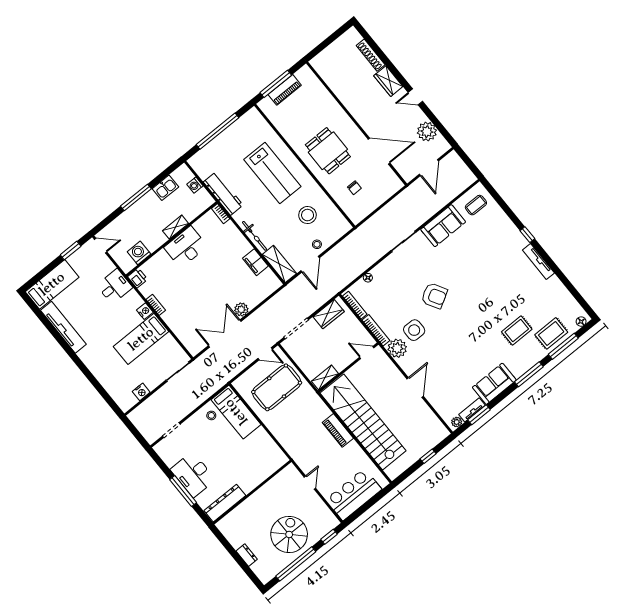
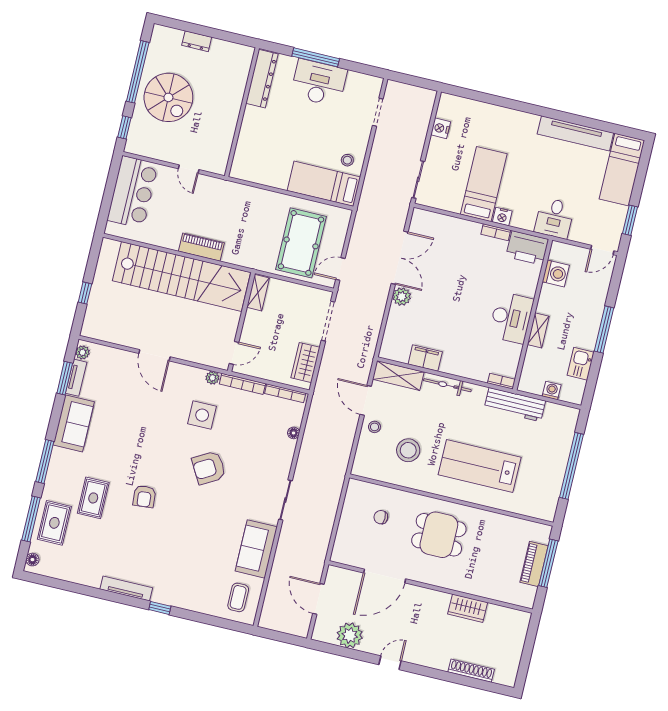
wardrobe: (388, 81) -> (468, 608), moved, turned 180
printer: (138, 278) -> (527, 248), width x1.87, depth x1.48
armchair: (486, 308) -> (144, 496), added
plant: (397, 348) -> (212, 378), width x0.53, depth x0.53

